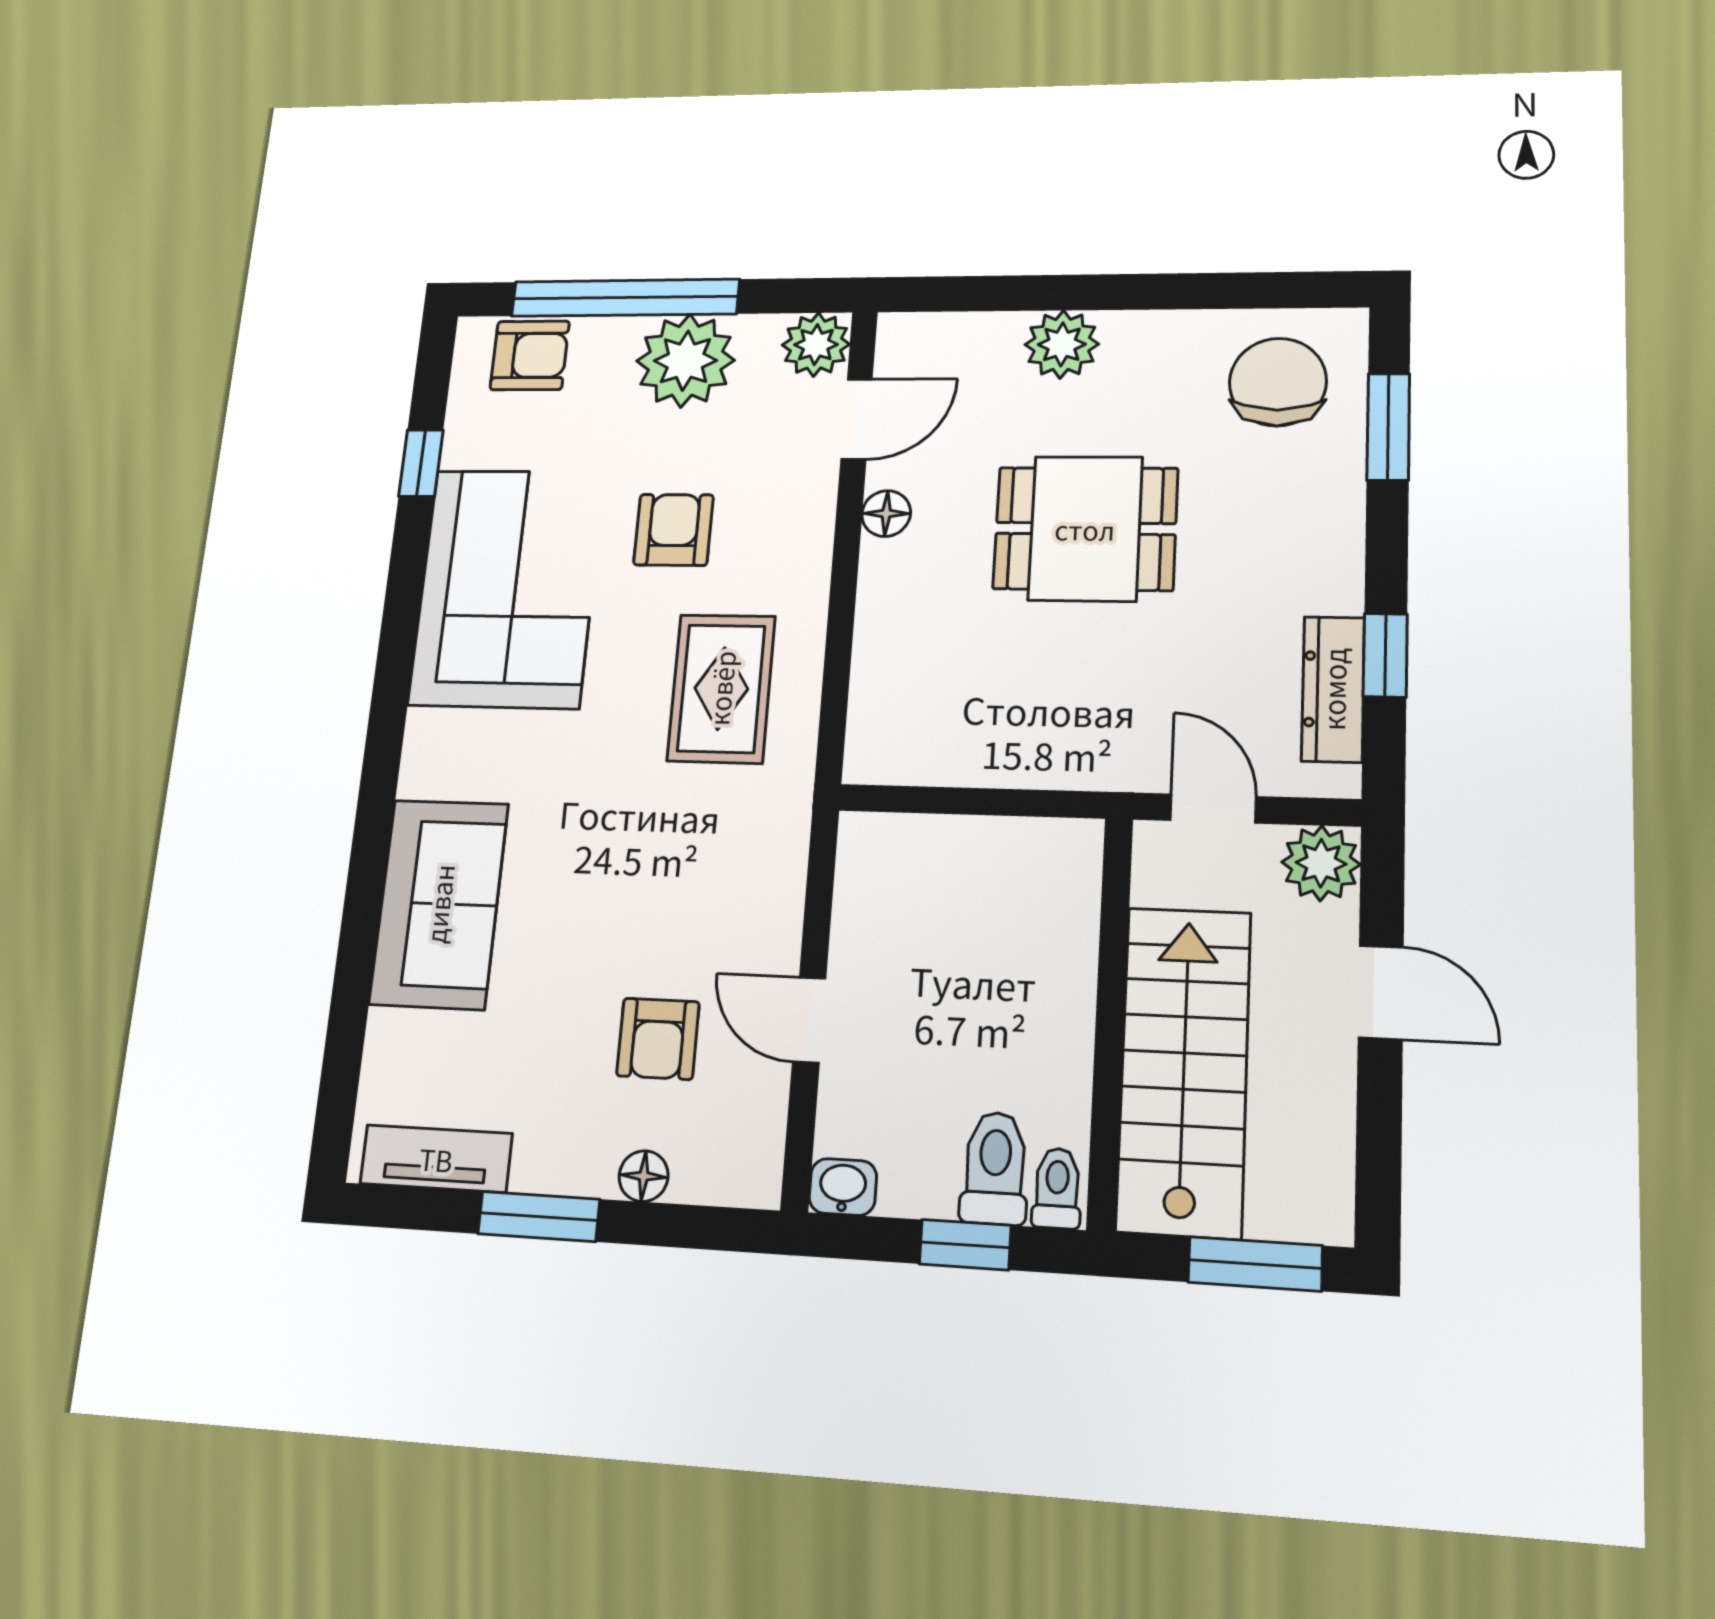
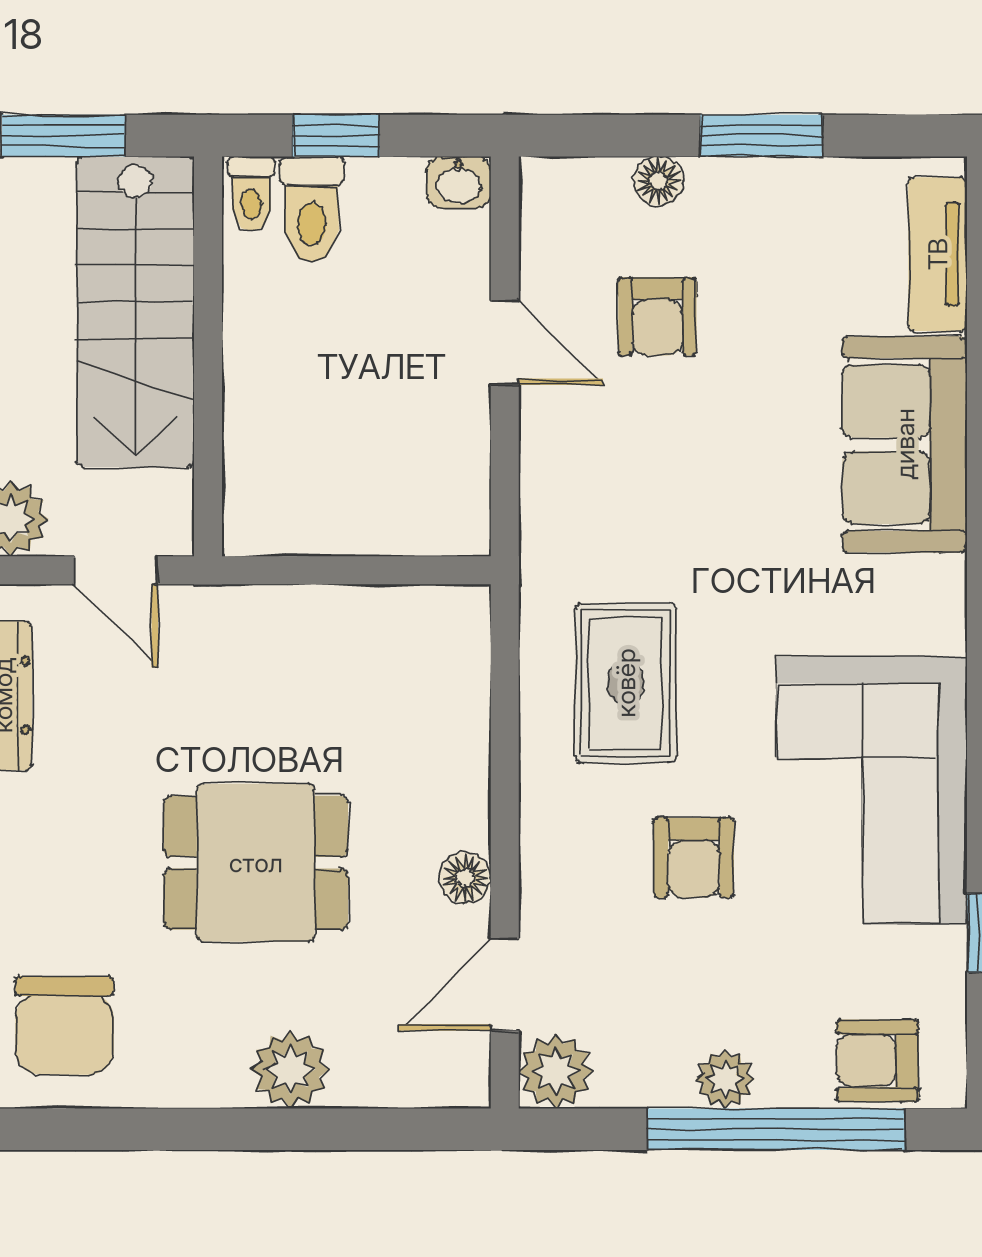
plant: (685, 361) -> (725, 1079), width x0.53, depth x0.53
armchair: (658, 1039) -> (657, 317), turned 180
tv unit: (436, 1159) -> (938, 254), moved, turned 90

